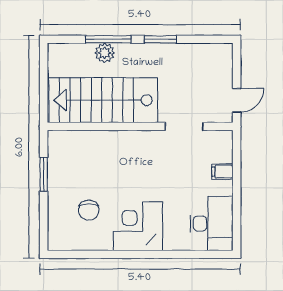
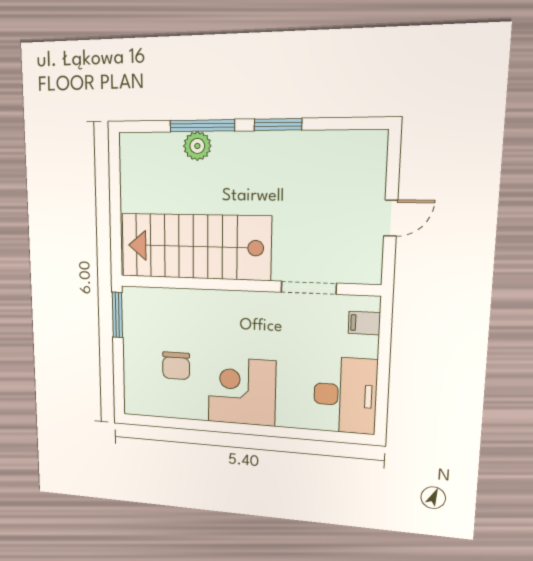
stairs: (103, 100) -> (195, 247), moved
wall: (140, 126) -> (246, 285), moved
doorway: (184, 126) -> (309, 288), moved

